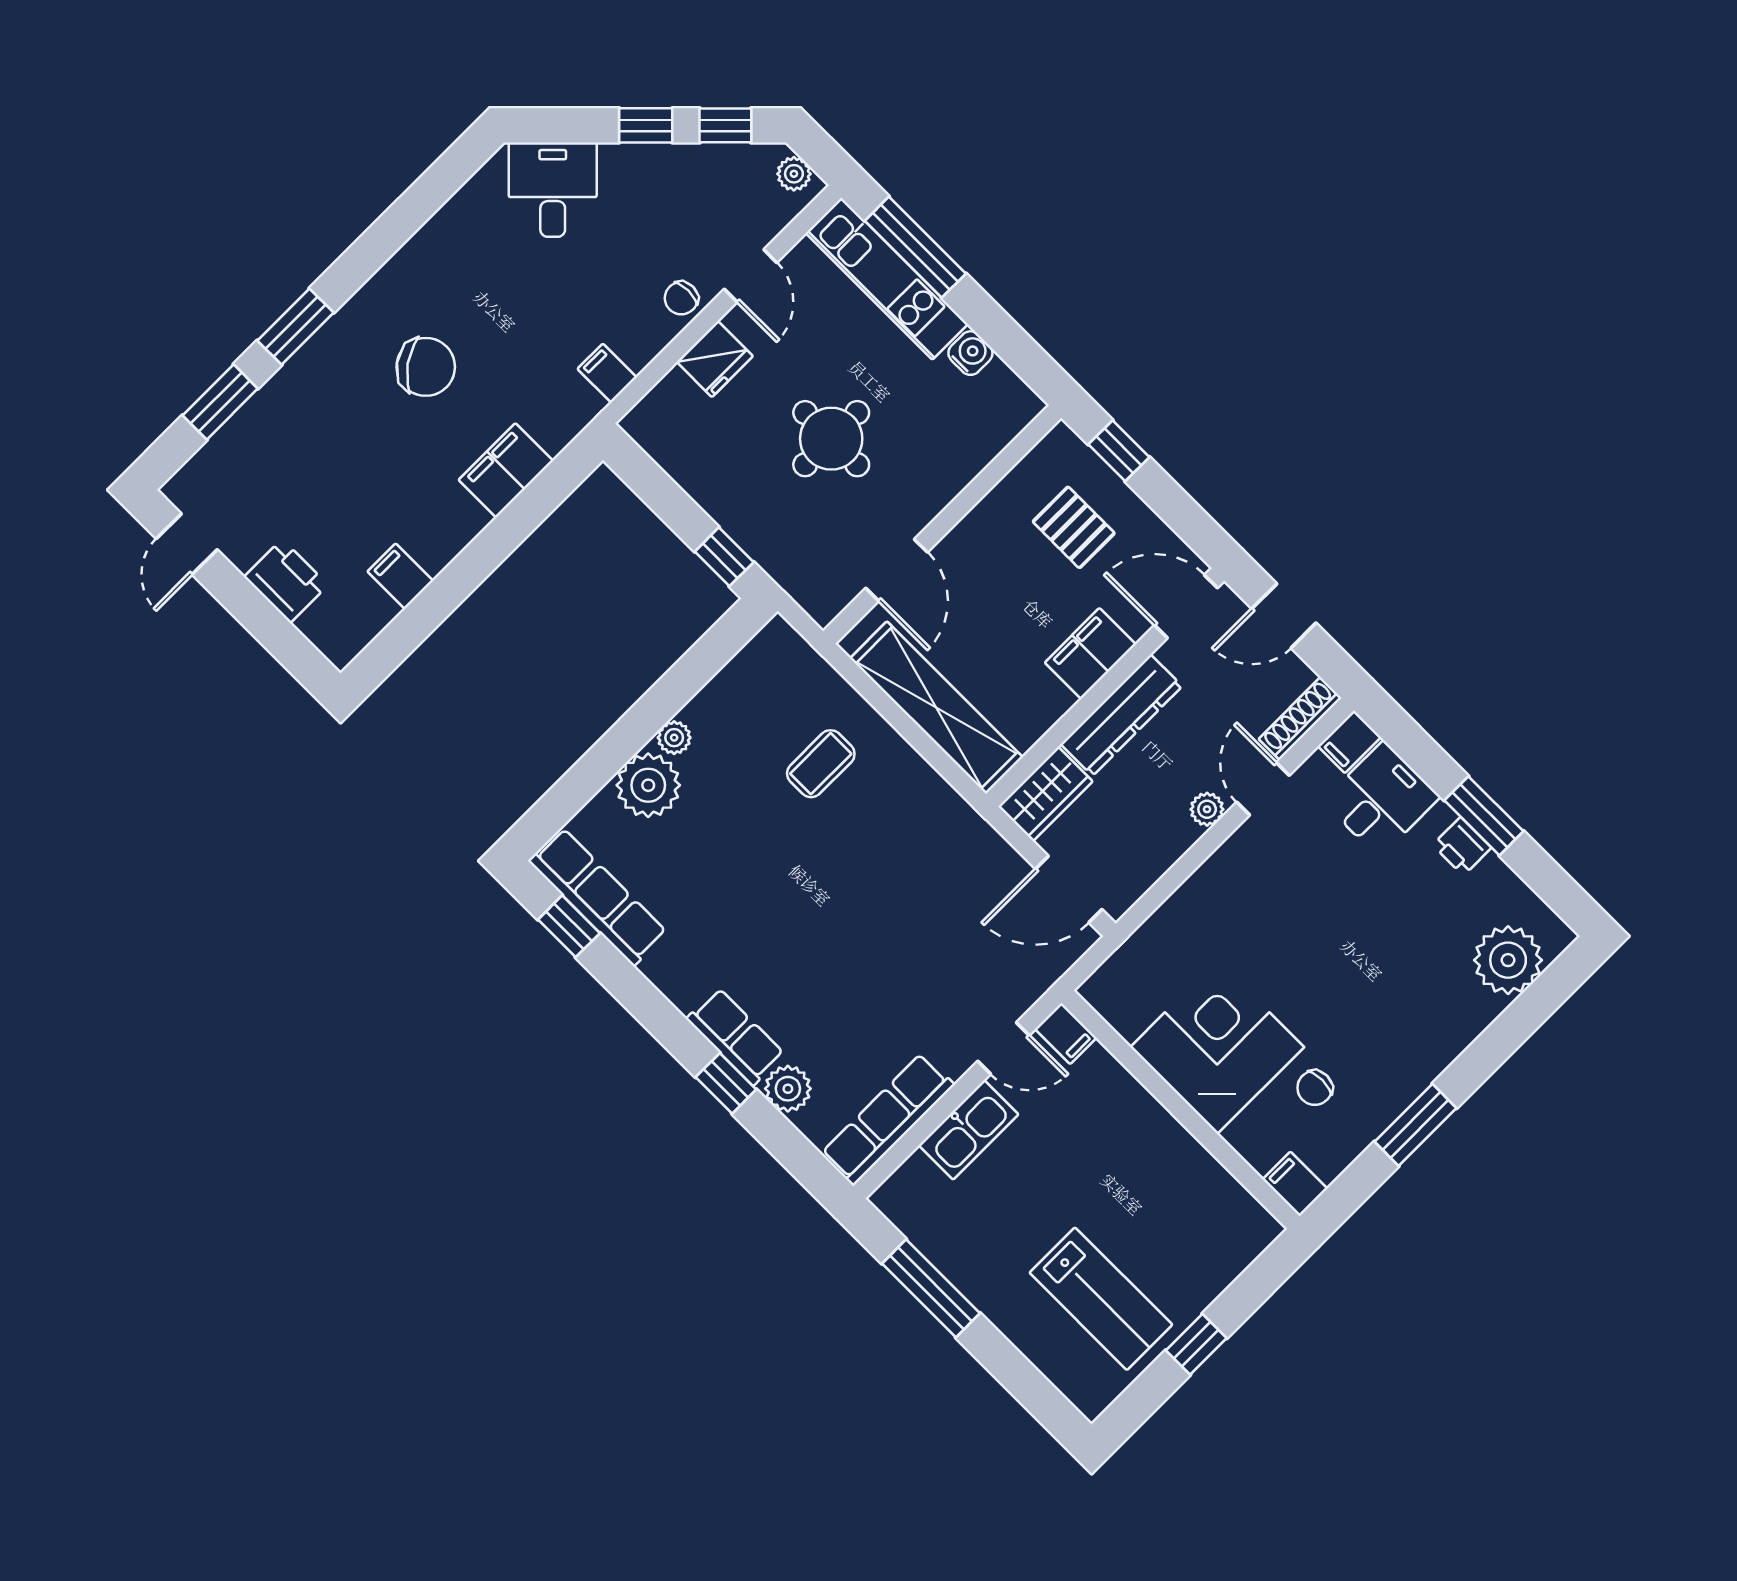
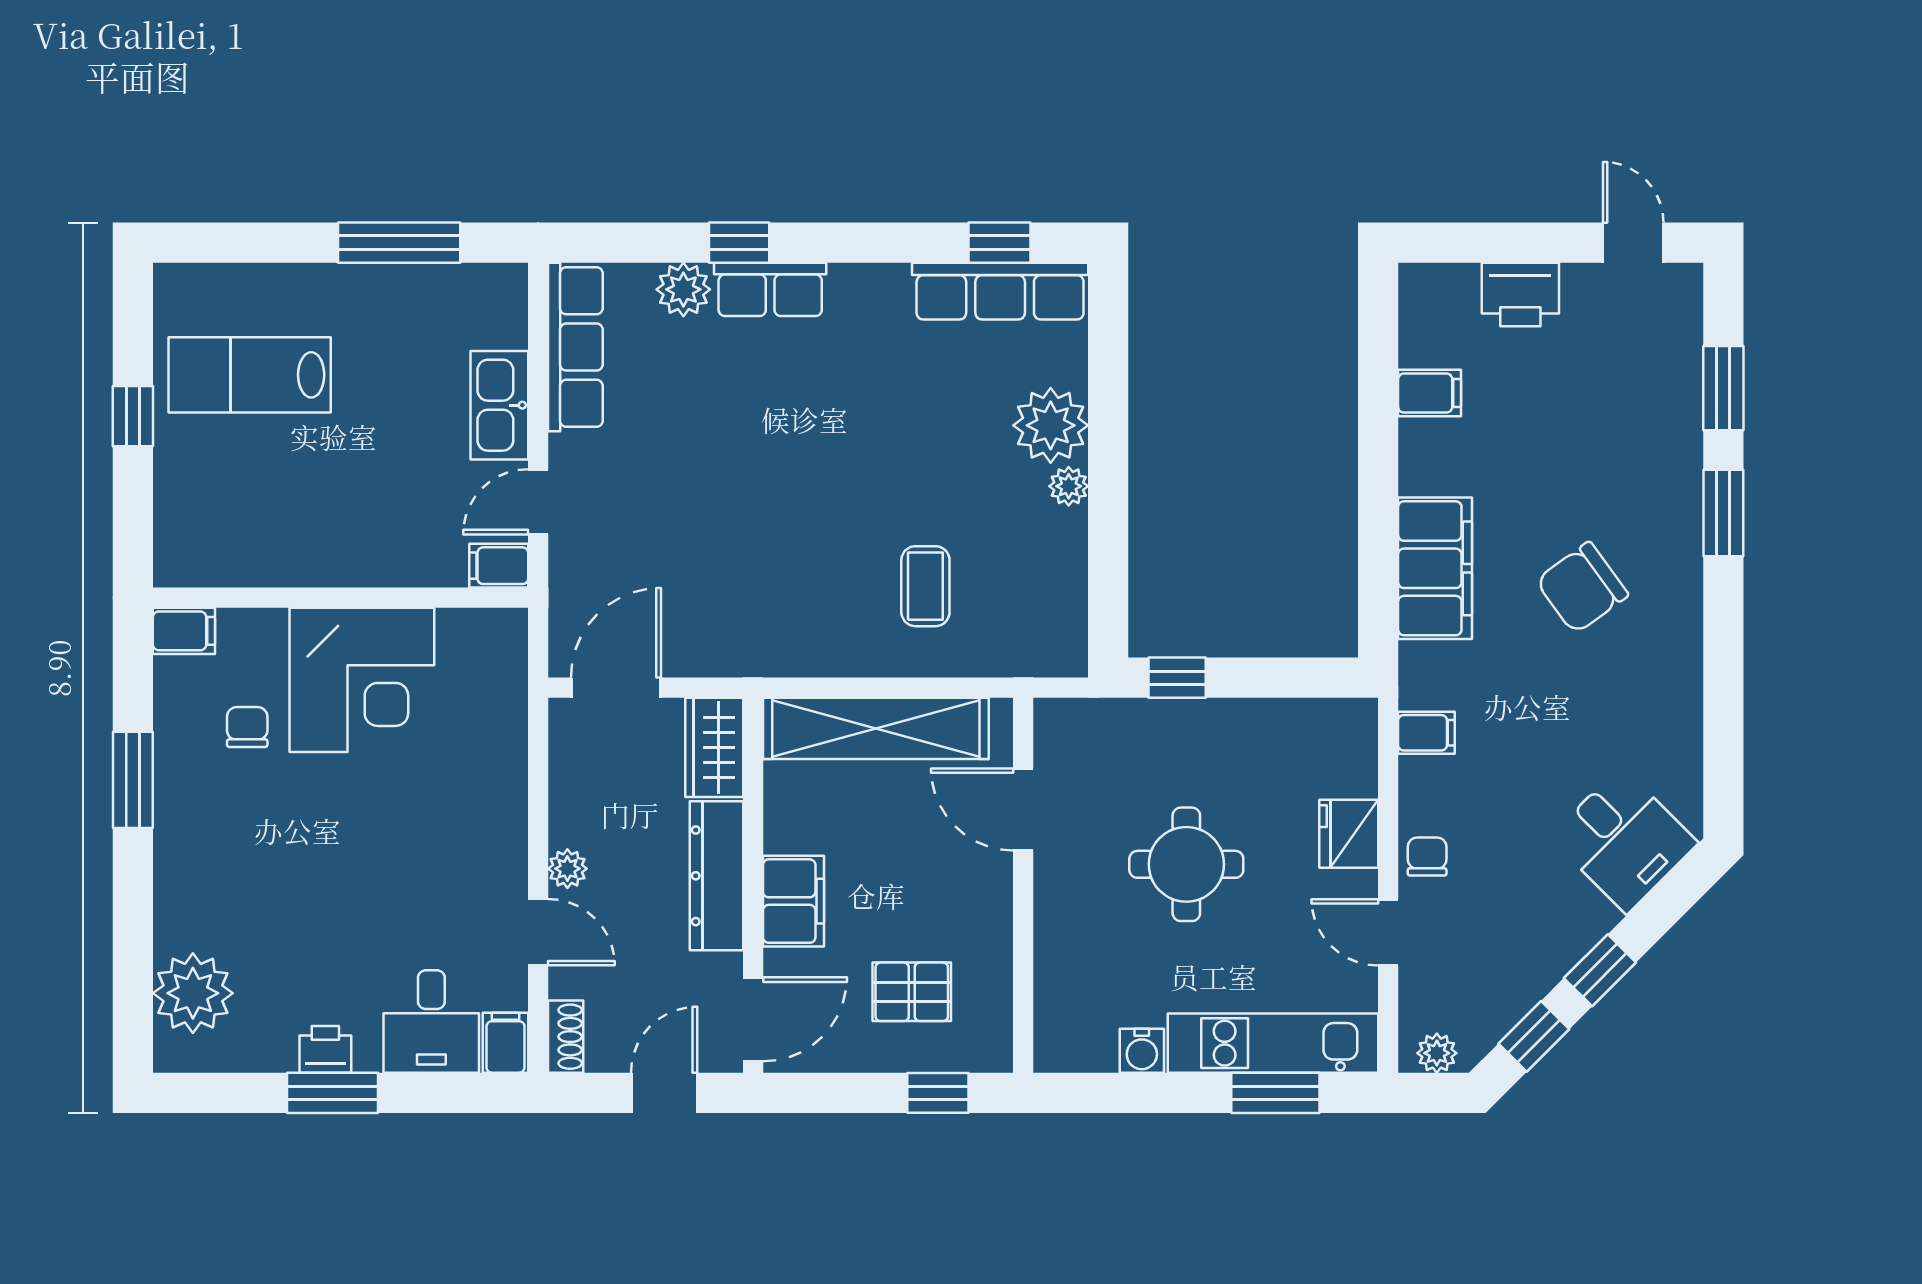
window: (915, 247) -> (1275, 1093), width x0.69
filing cabinet: (506, 470) -> (1435, 568), width x1.50, depth x1.17
shoe rack: (1300, 718) -> (566, 1037), width x0.70

